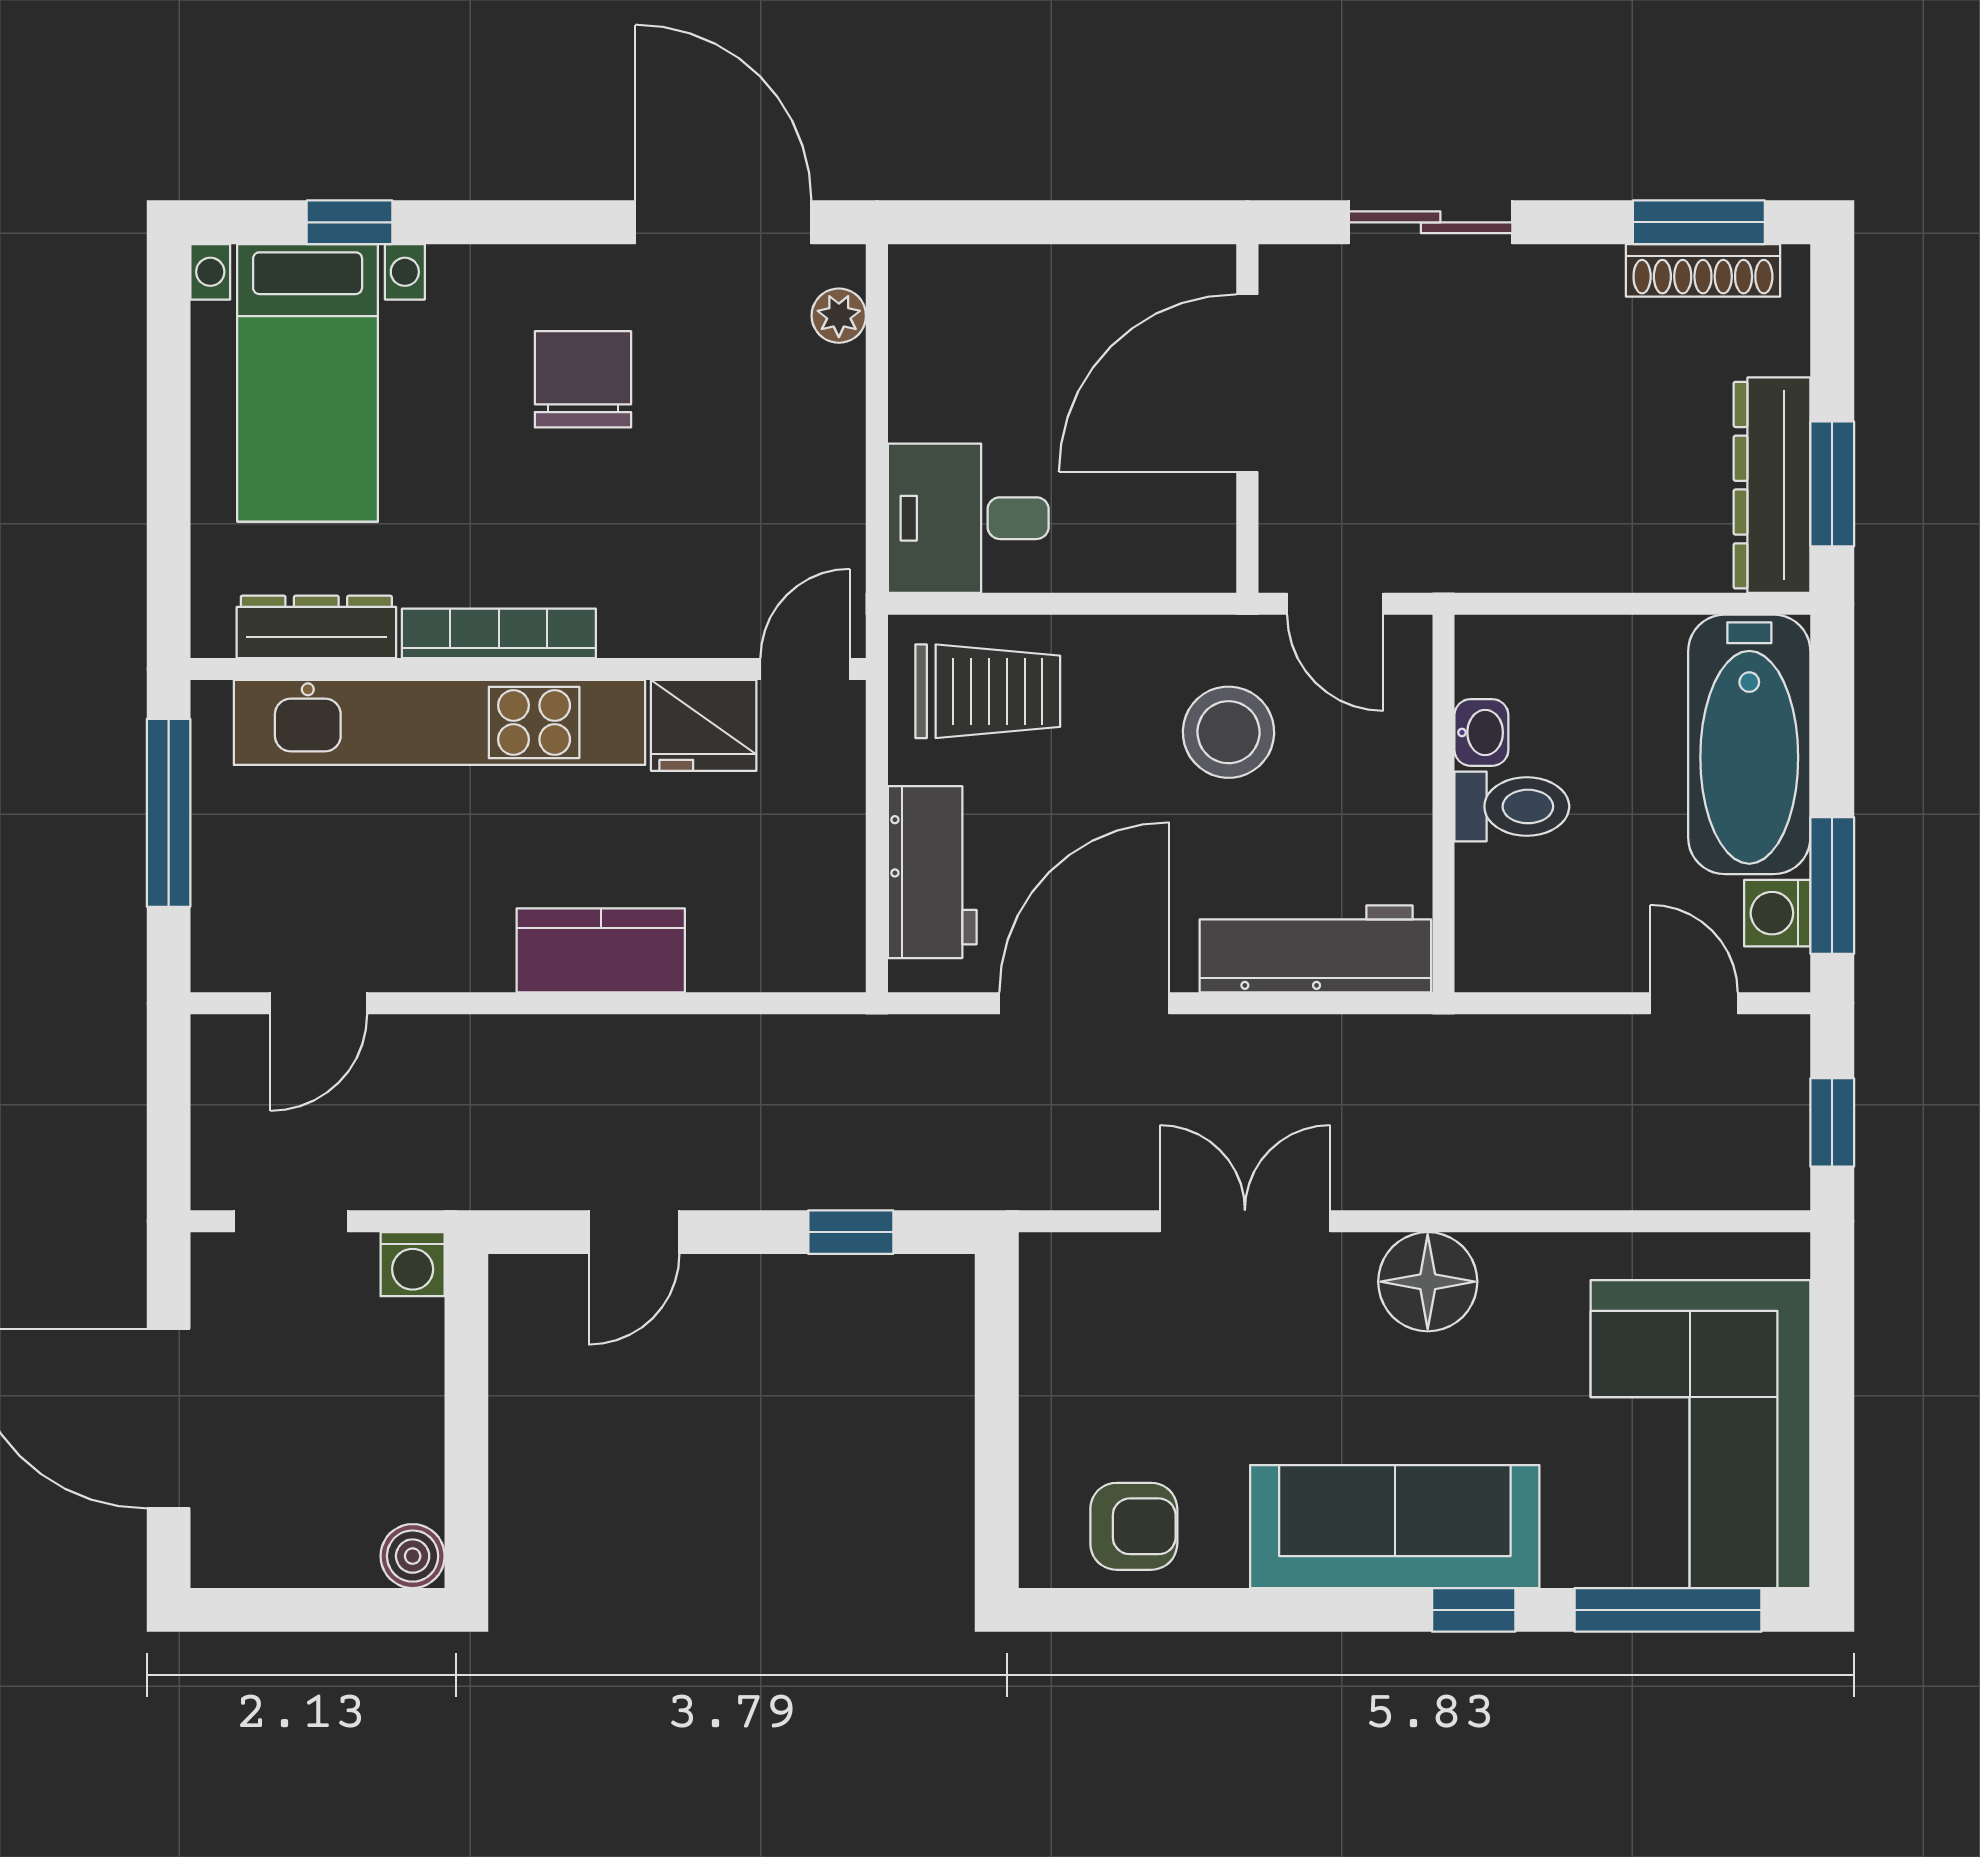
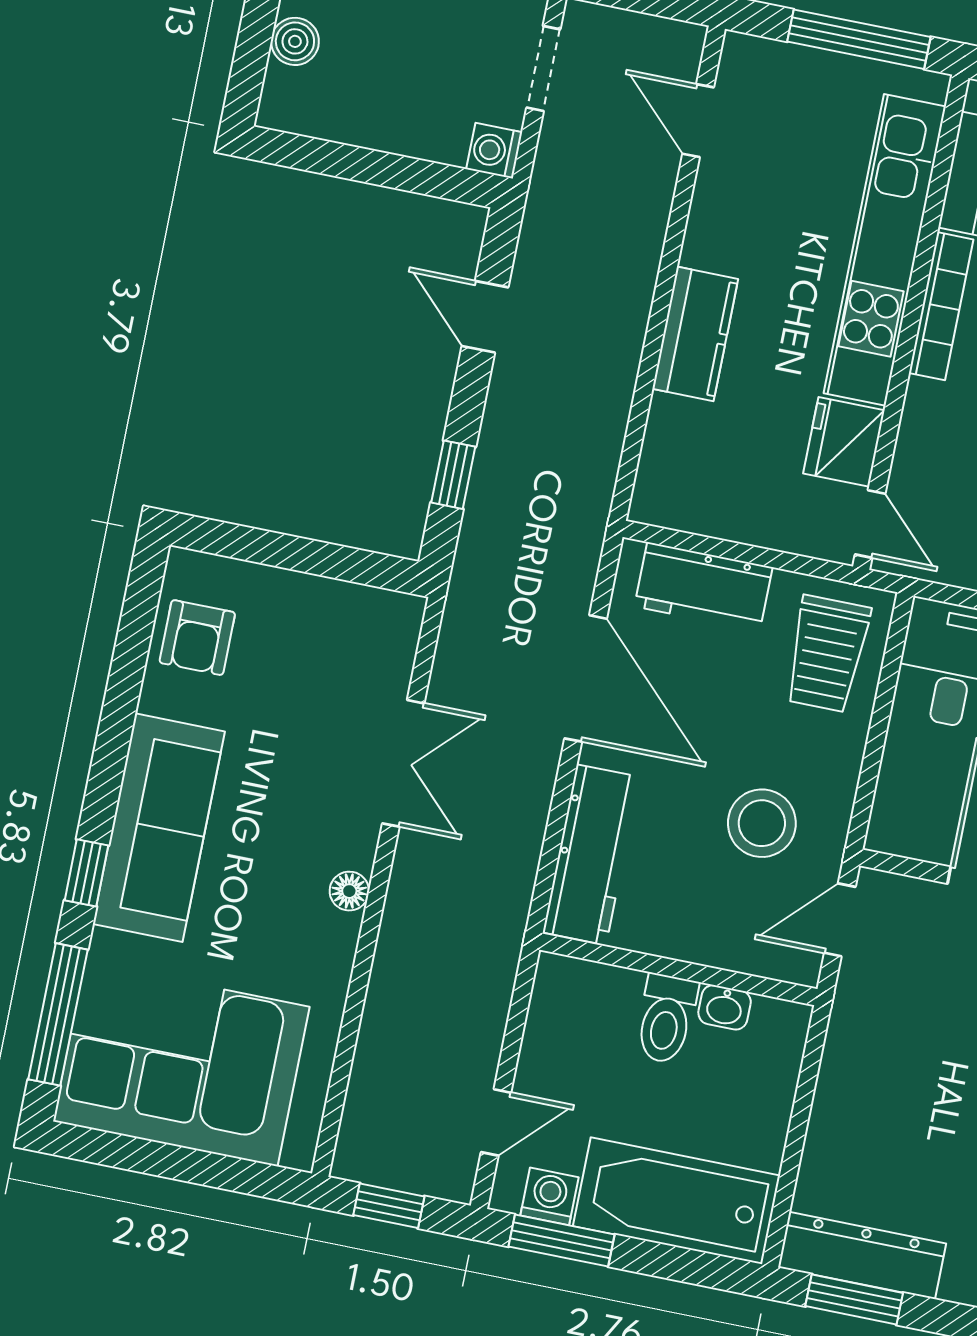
floor lamp: (1428, 1282) -> (349, 891), width x0.53, depth x0.53
boiler: (413, 1556) -> (295, 41), moved

